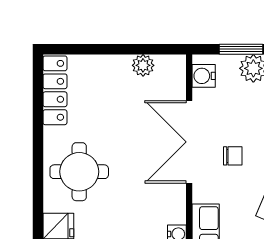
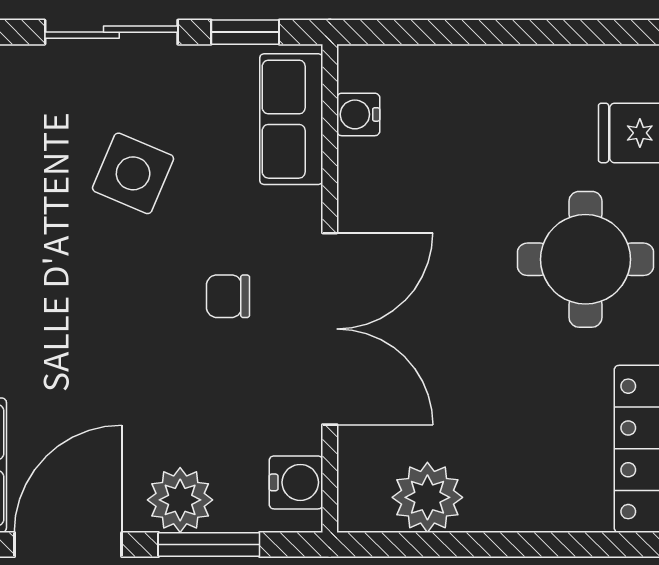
plant: (143, 65) -> (427, 497), width x1.38, depth x1.38

